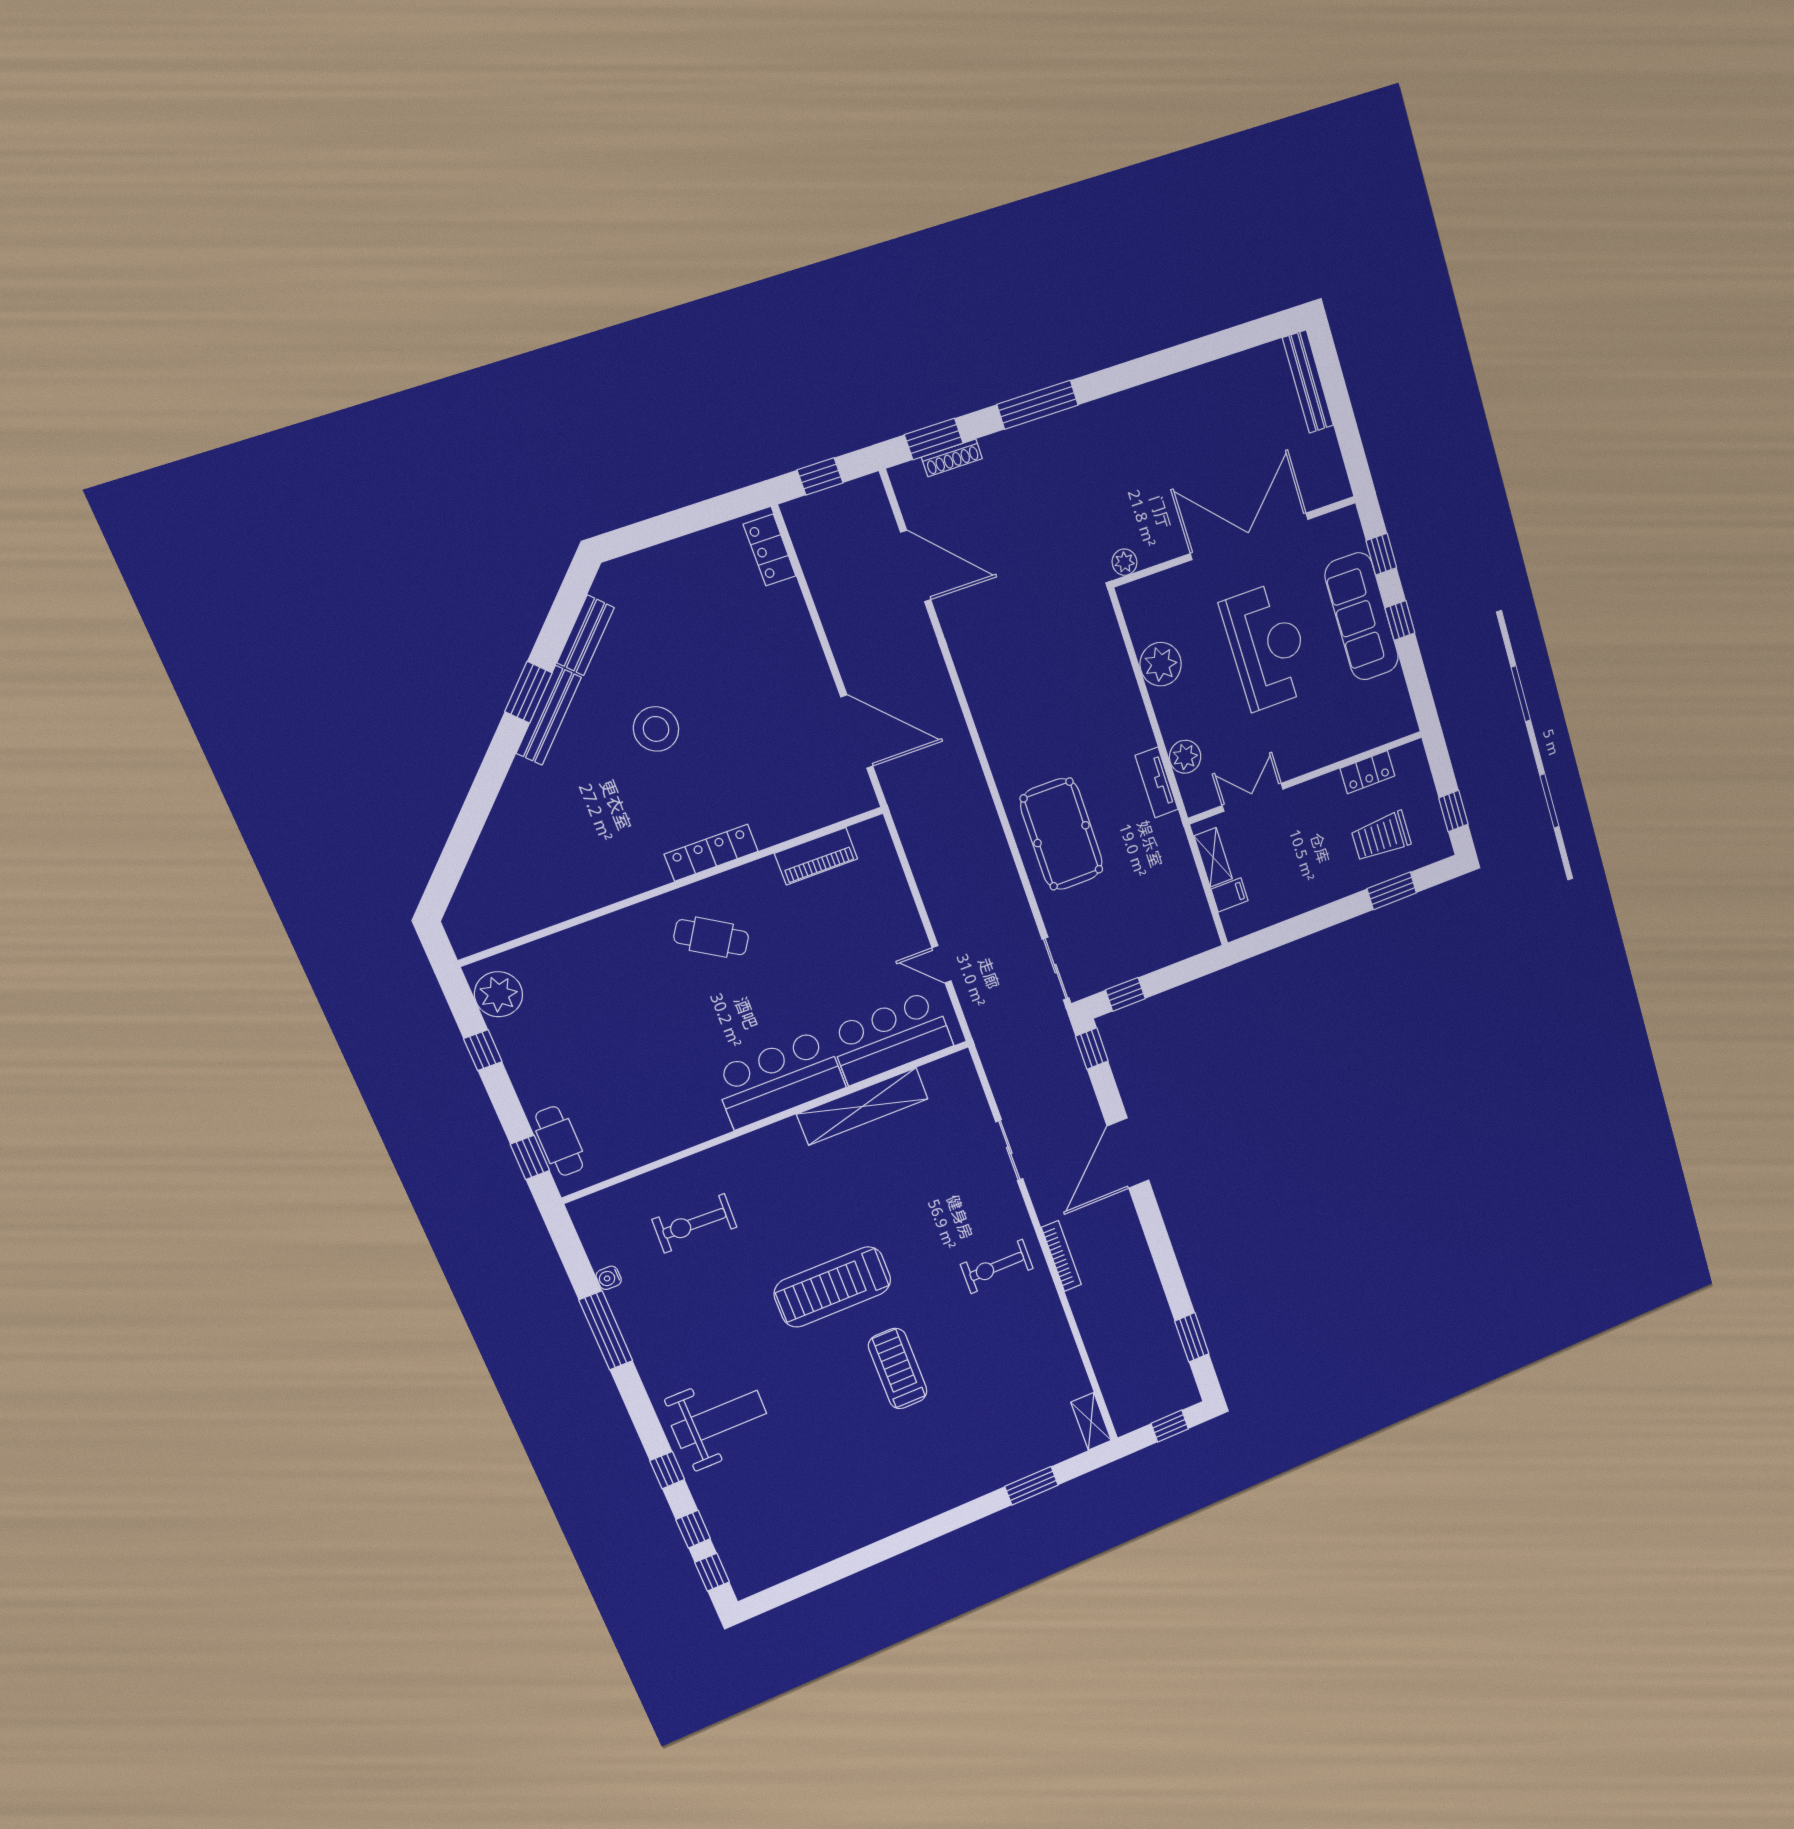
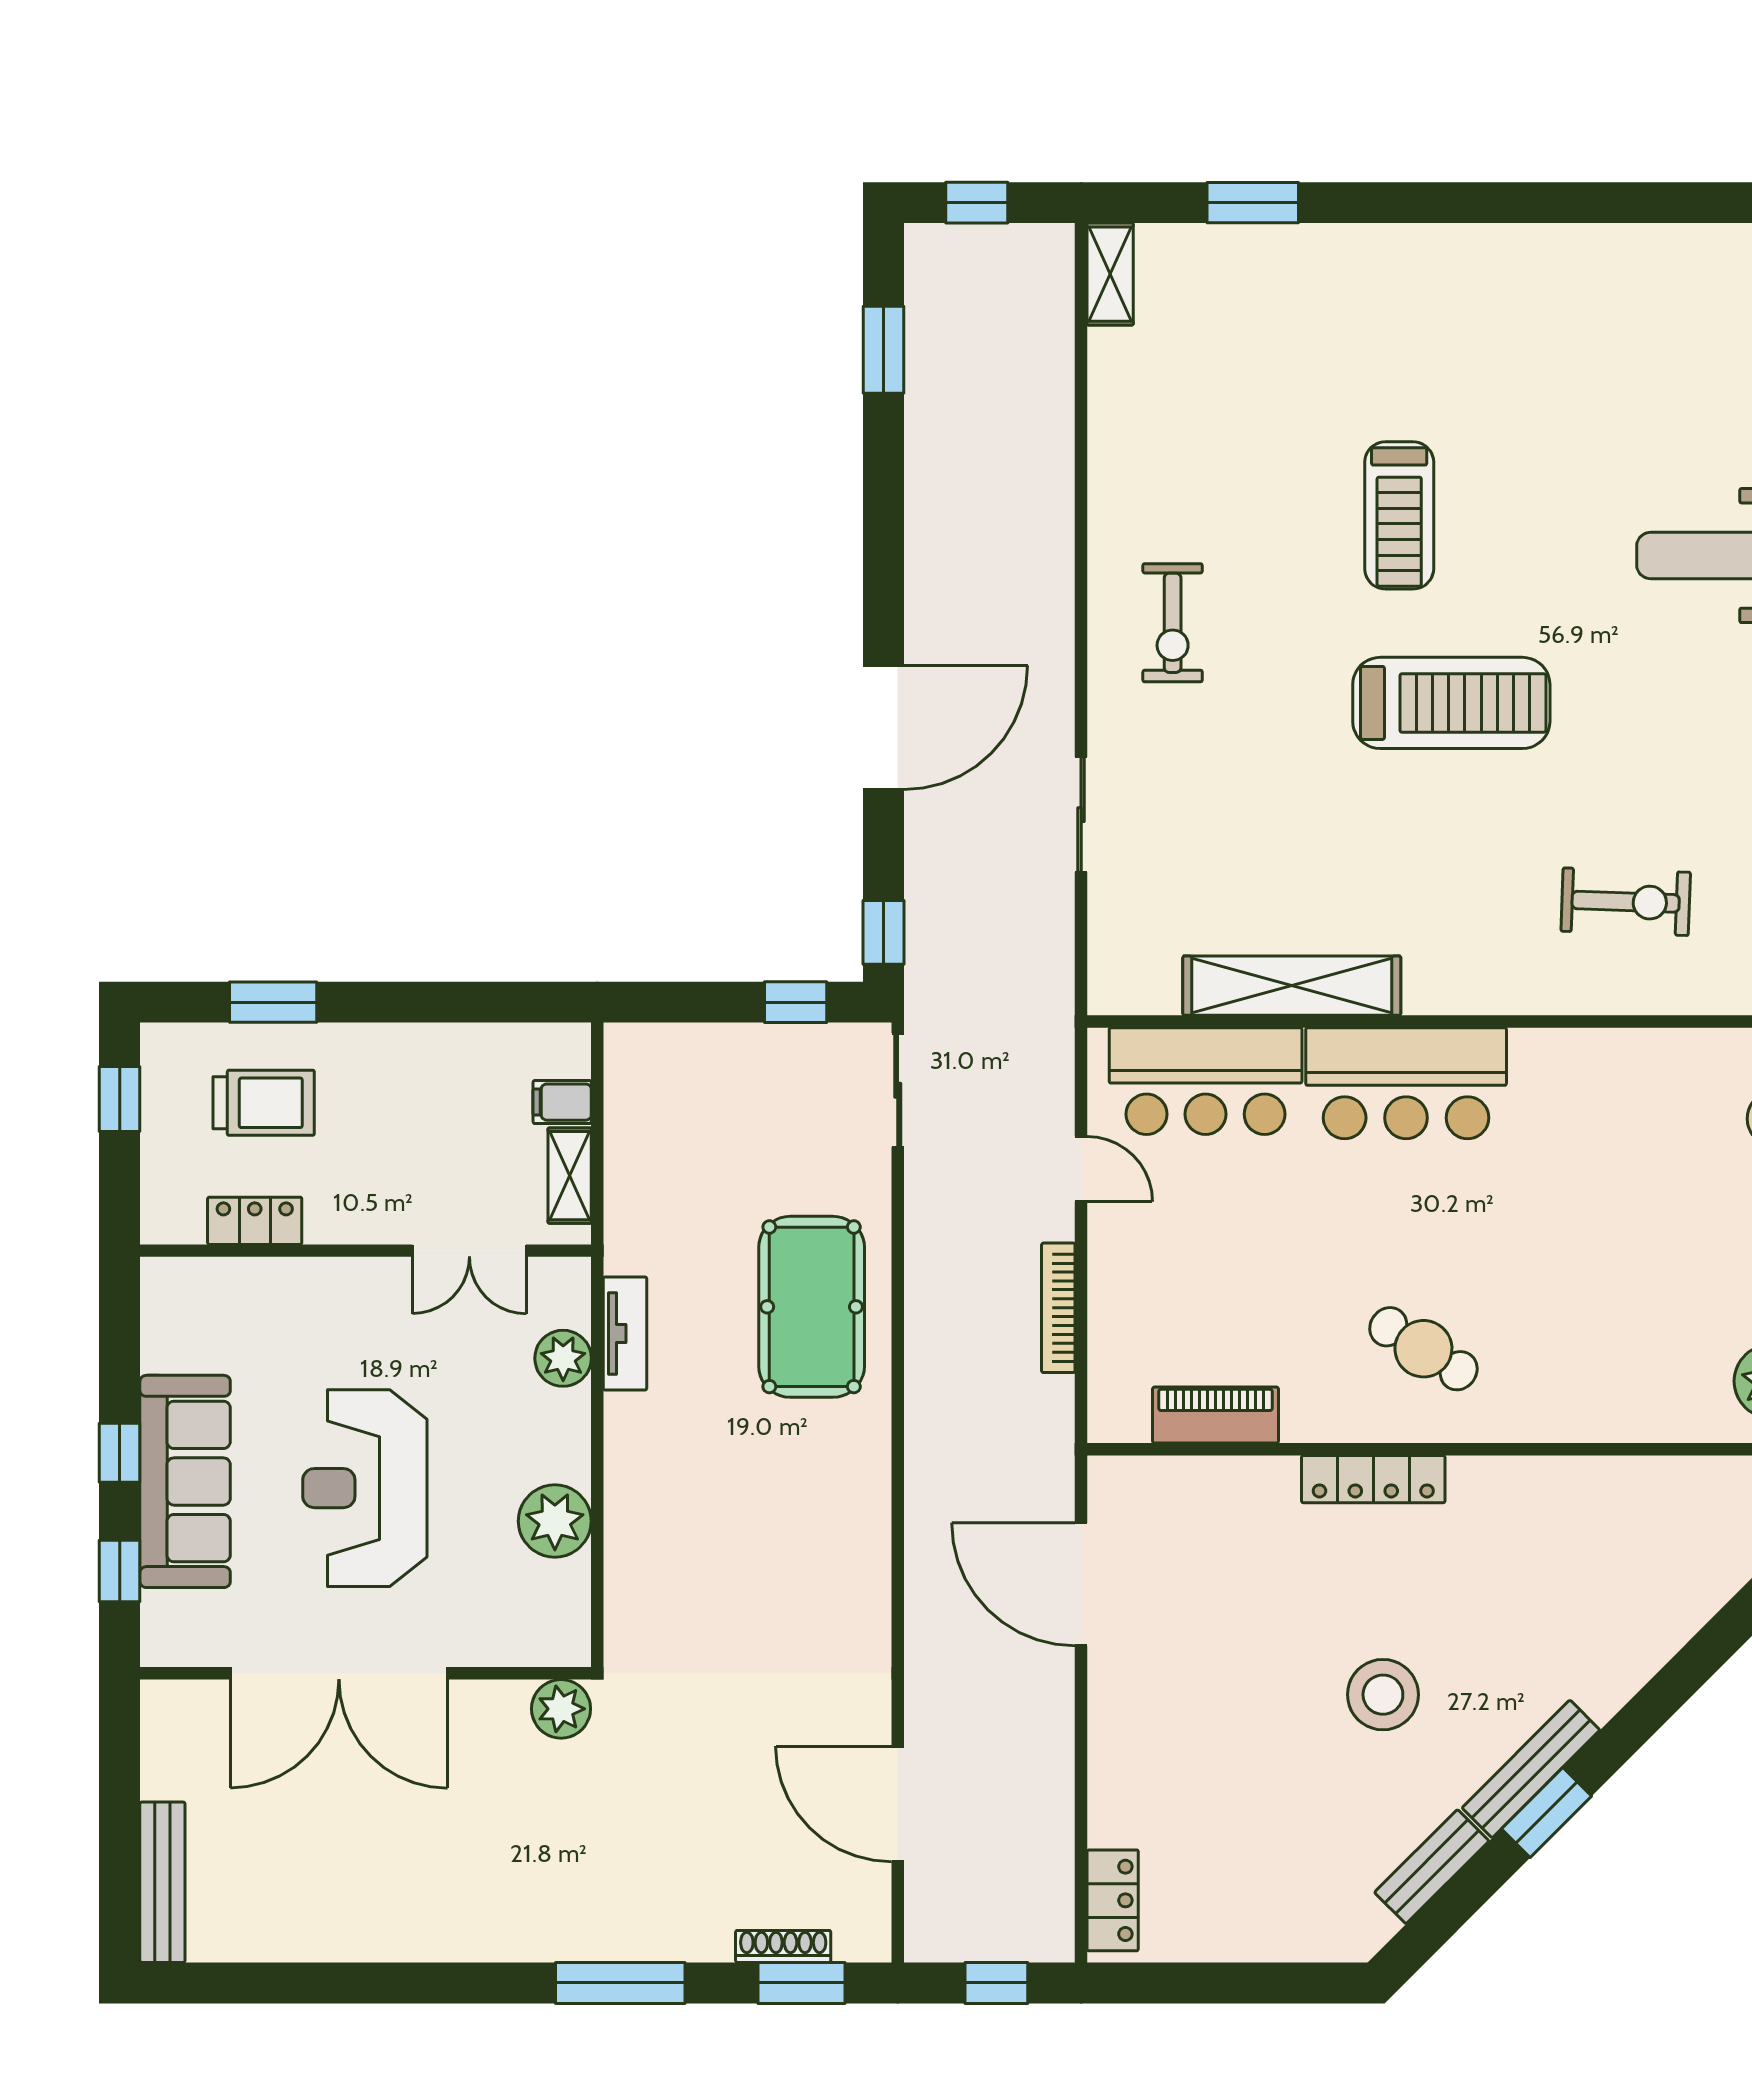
plant: (1124, 562) -> (561, 1709), width x1.38, depth x1.38
bookcase: (1061, 1256) -> (1058, 1308), moved
exercise bike: (997, 1266) -> (1173, 623), turned 90

